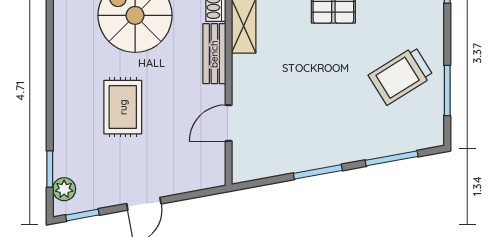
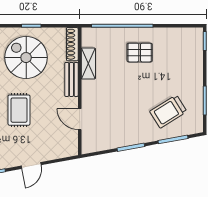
trolley: (401, 76) -> (168, 112), moved
door: (229, 123) -> (80, 119), hinge flipped

